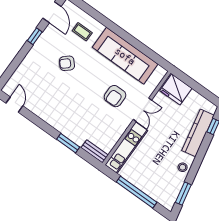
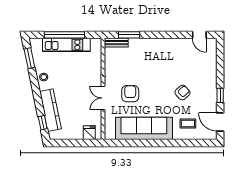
fridge: (176, 89) -> (89, 133), width x0.53, depth x0.75
window: (68, 143) -> (129, 35), moved
kitchen unit: (126, 148) -> (66, 45), moved, turned -90

